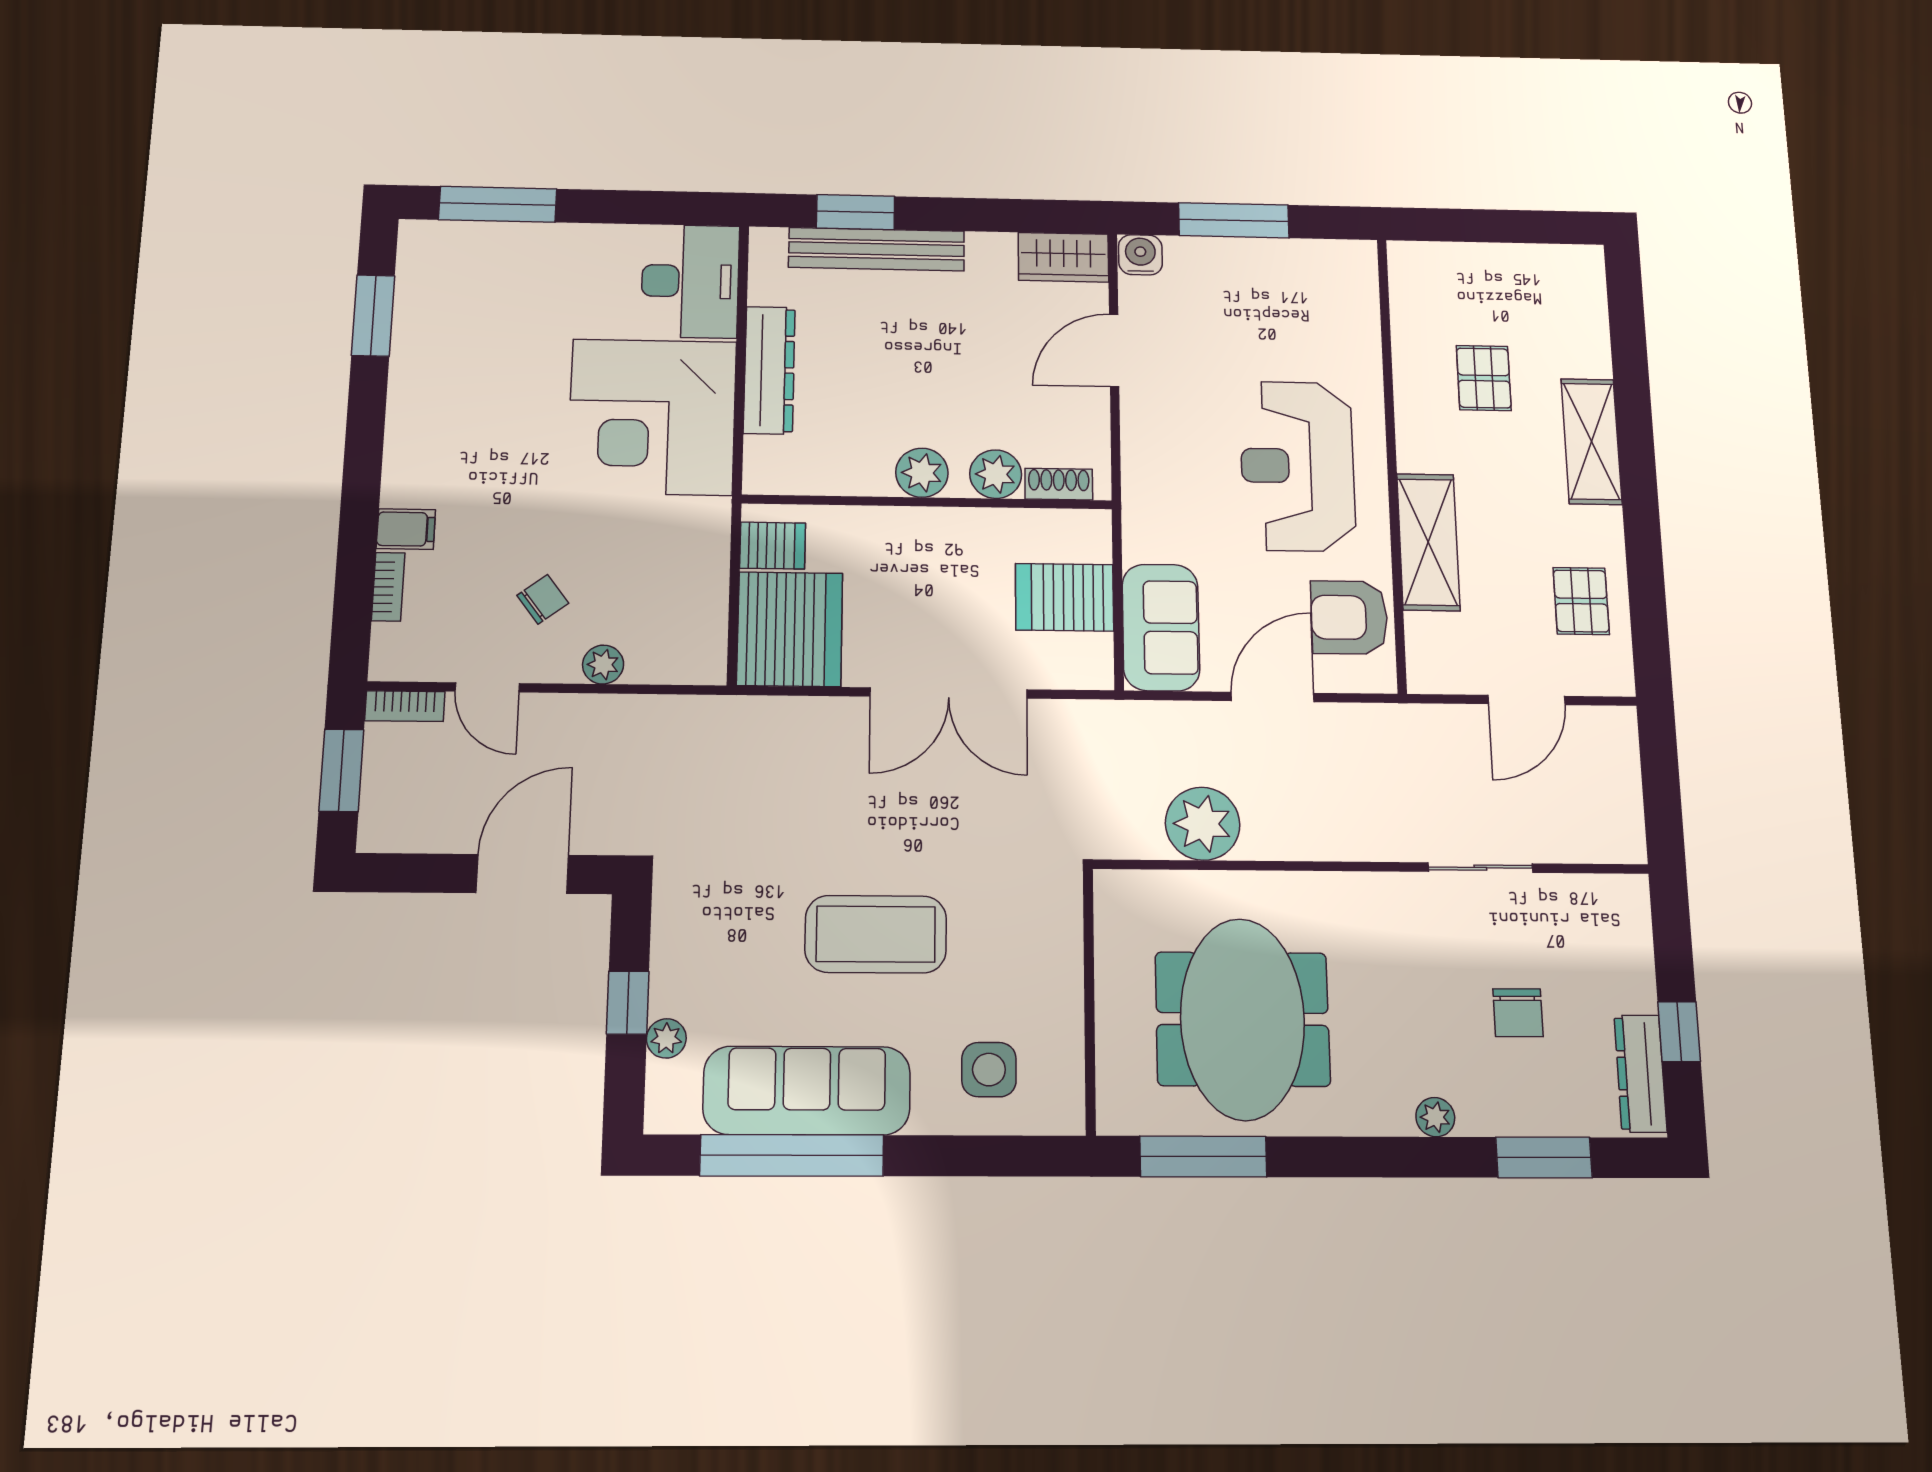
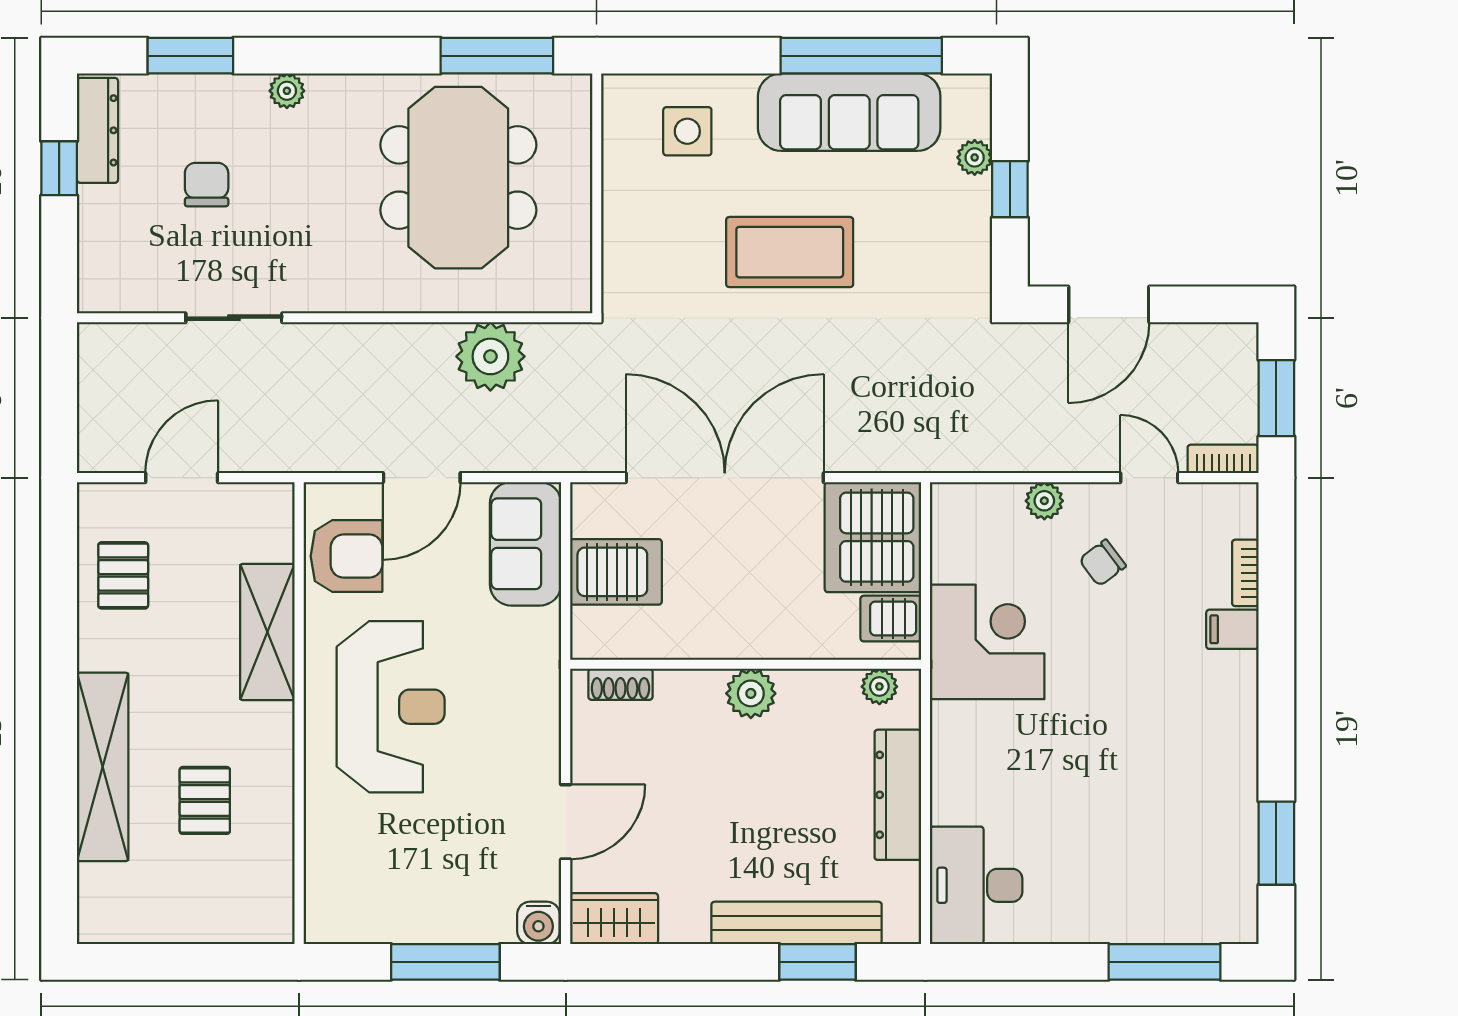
corner desk: (652, 417) -> (987, 642), moved, width x0.74, depth x0.74
shelving: (1591, 441) -> (103, 767), width x1.47
plant: (996, 474) -> (879, 687), moved, width x0.73, depth x0.73
double door: (949, 693) -> (725, 478), width x1.36

